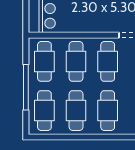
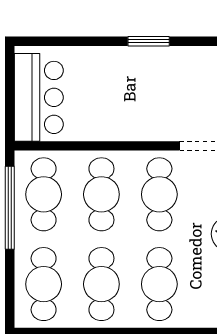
window: (26, 87) -> (10, 208), moved

